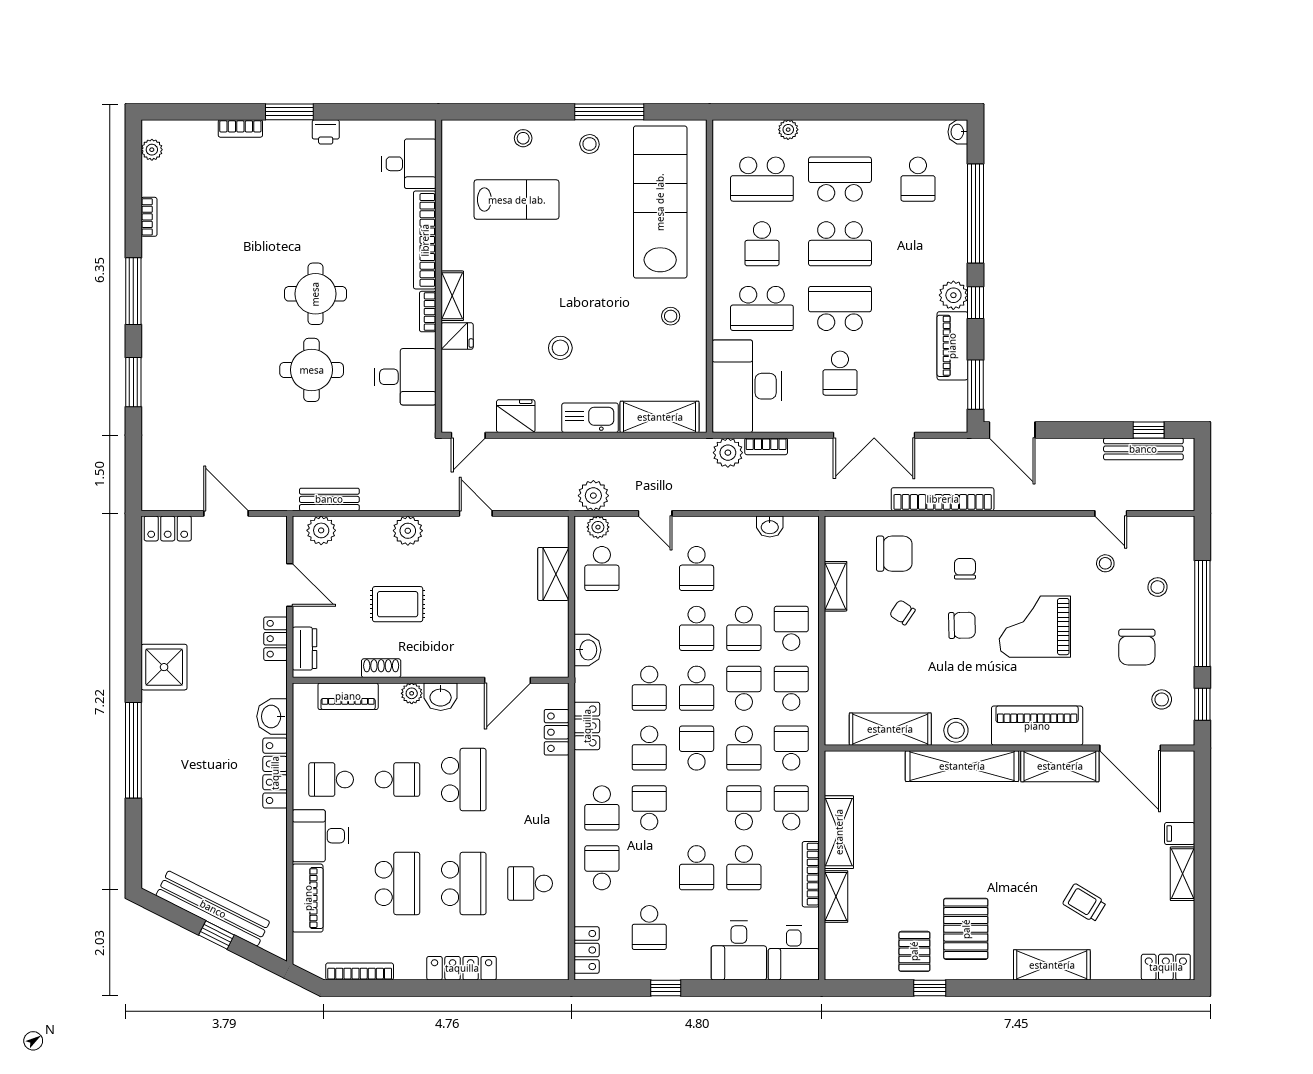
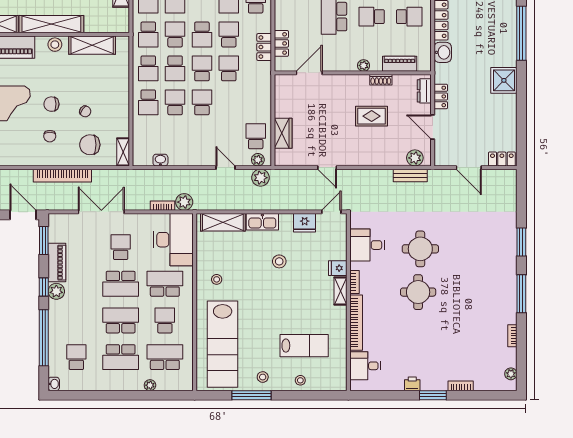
lab bench: (517, 200) -> (304, 346), turned 180
plant: (408, 531) -> (366, 158), removed
school desk: (697, 569) -> (202, 136), removed
shelving: (836, 586) -> (123, 152), moved
washbasin: (587, 650) -> (264, 90), removed
washbasin: (441, 697) -> (347, 64), removed

